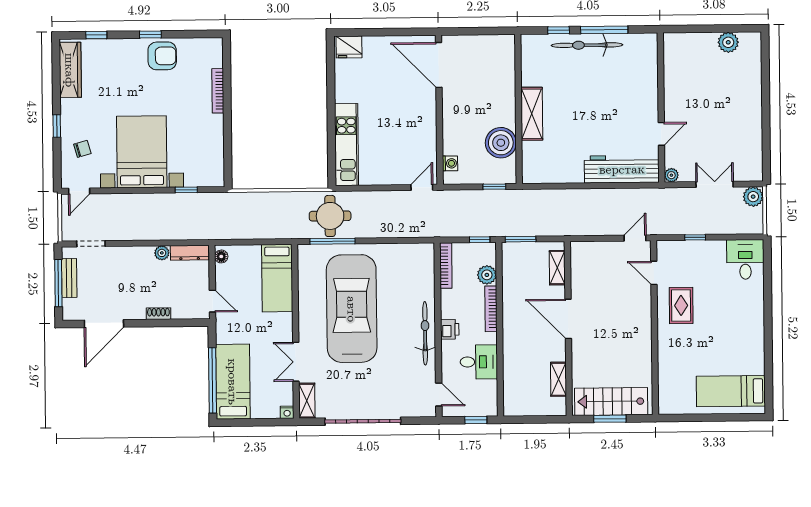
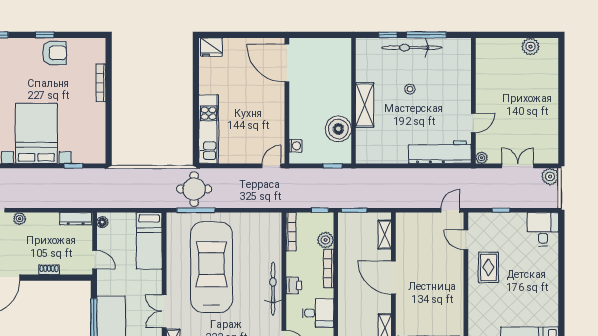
stool: (585, 94) -> (410, 89), added
plant: (162, 253) -> (20, 219), moved

